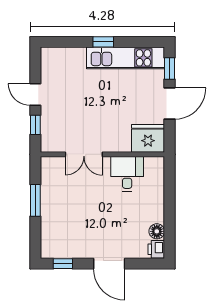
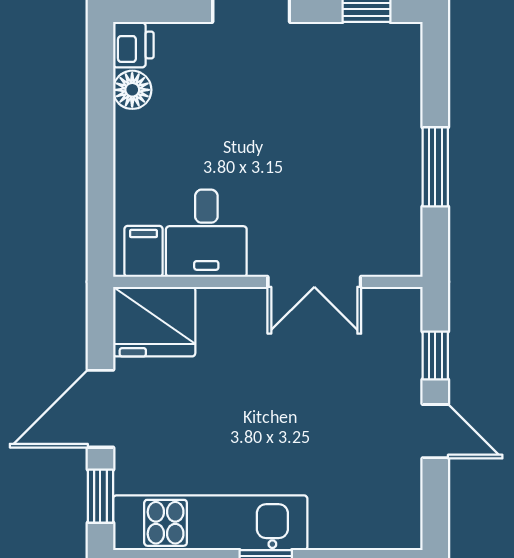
double door: (84, 154) -> (314, 282), swing flipped
filing cabinet: (152, 167) -> (143, 251), added

